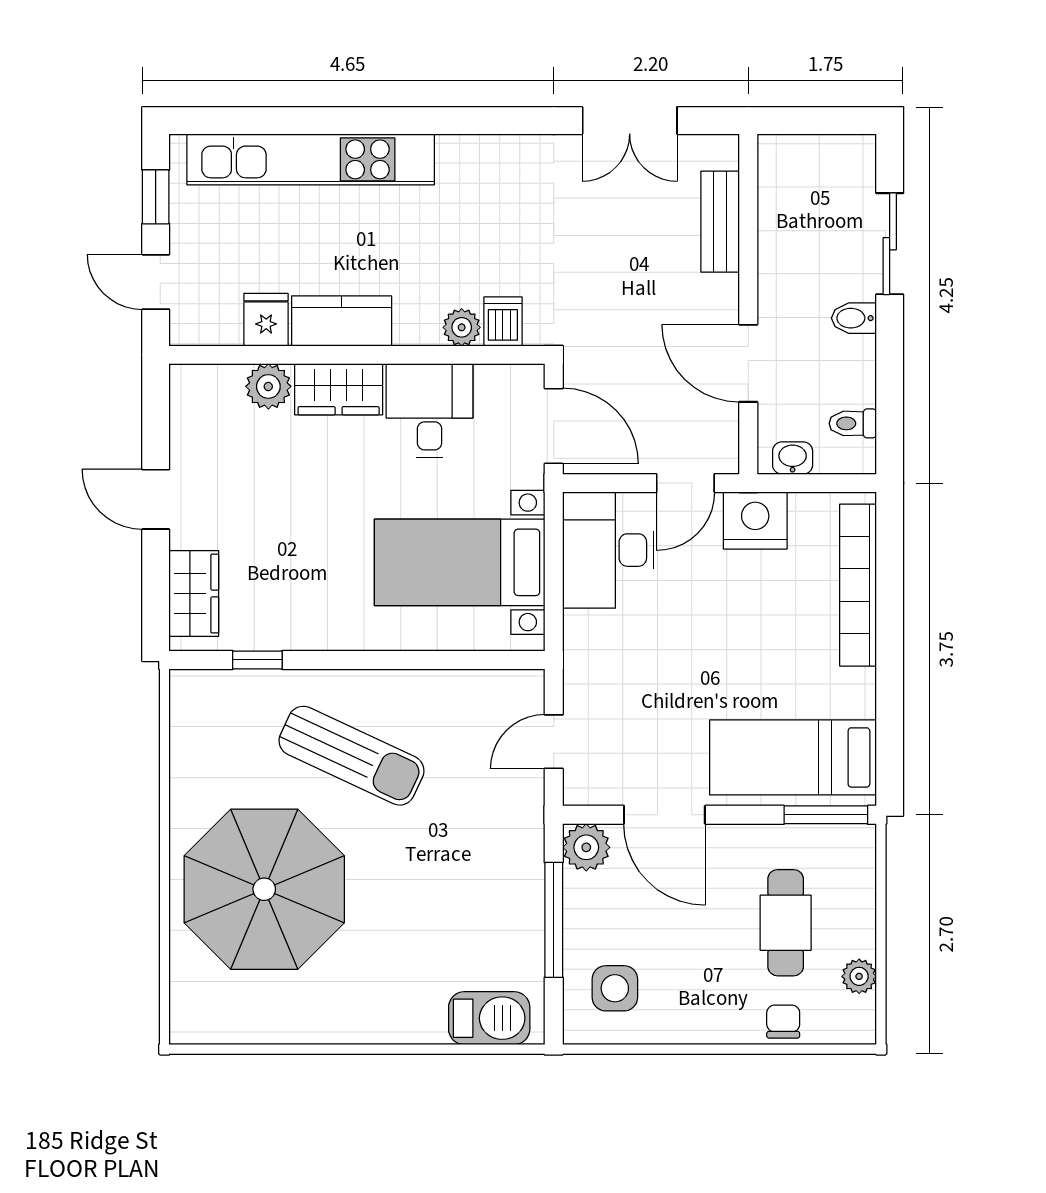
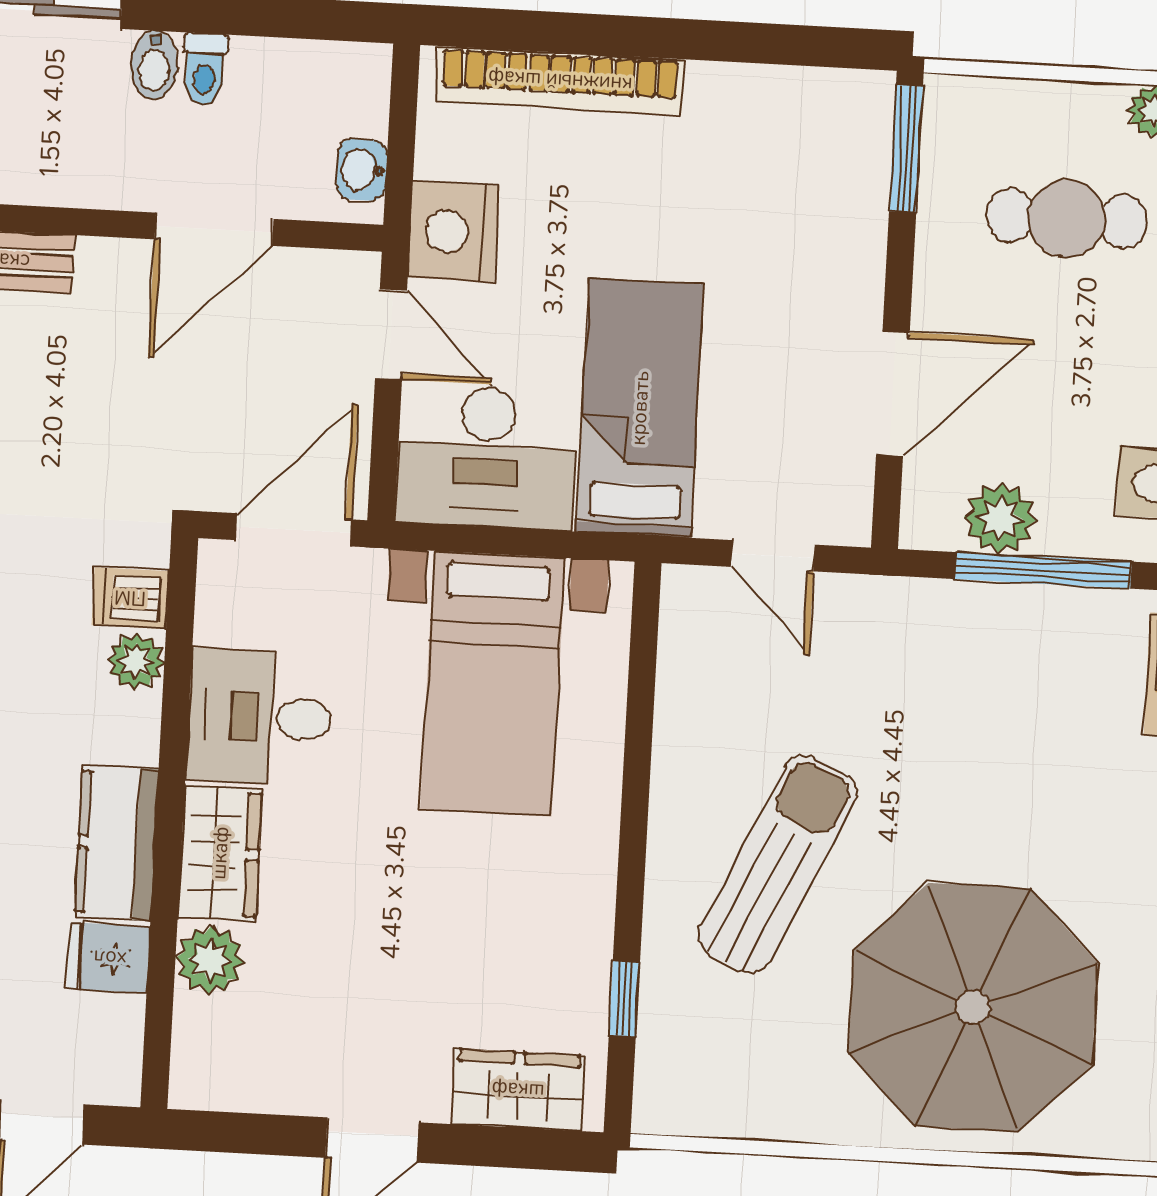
toilet: (853, 423) -> (205, 69), moved
bed: (793, 757) -> (640, 408), moved, turned 180
plant: (586, 847) -> (1000, 518), moved

